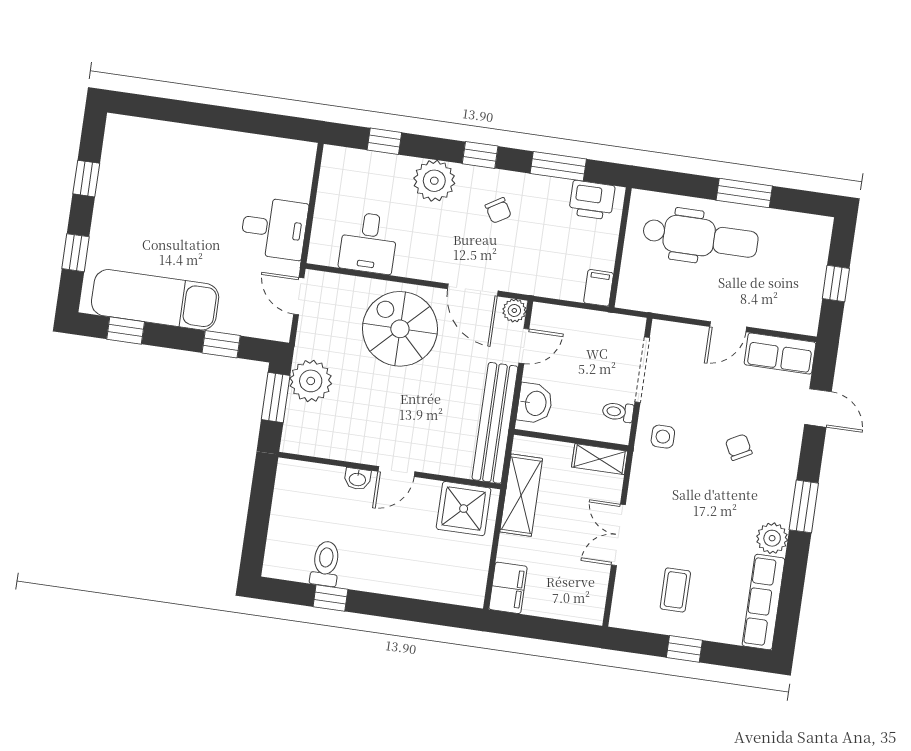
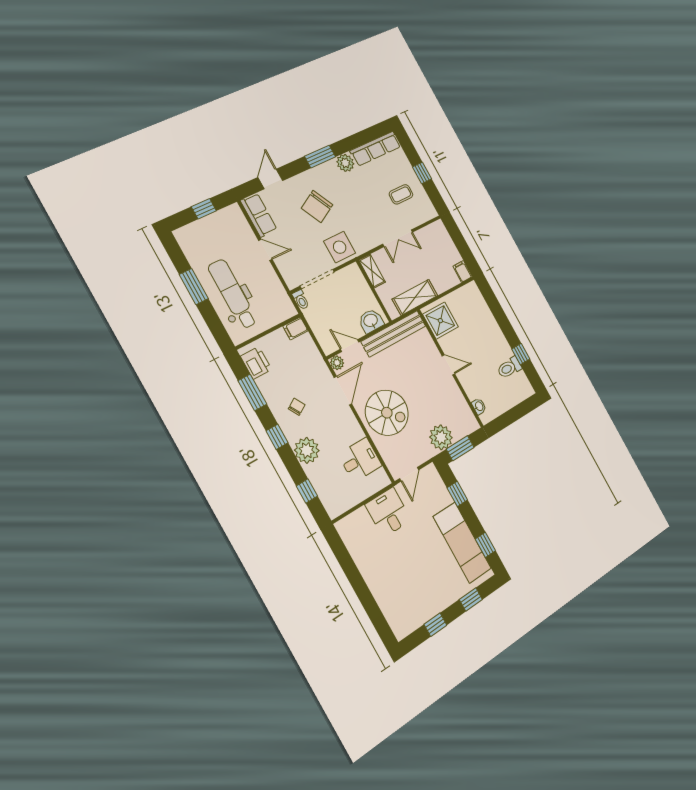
spiral stairs: (400, 329) -> (387, 413), turned -90
toilet: (618, 412) -> (301, 300), moved
side table: (663, 437) -> (340, 247), width x1.87, depth x1.87
chair: (739, 447) -> (317, 206), width x1.87, depth x1.87
washbasin: (357, 479) -> (479, 406), moved
filing cabinet: (508, 588) -> (463, 271), width x0.50

